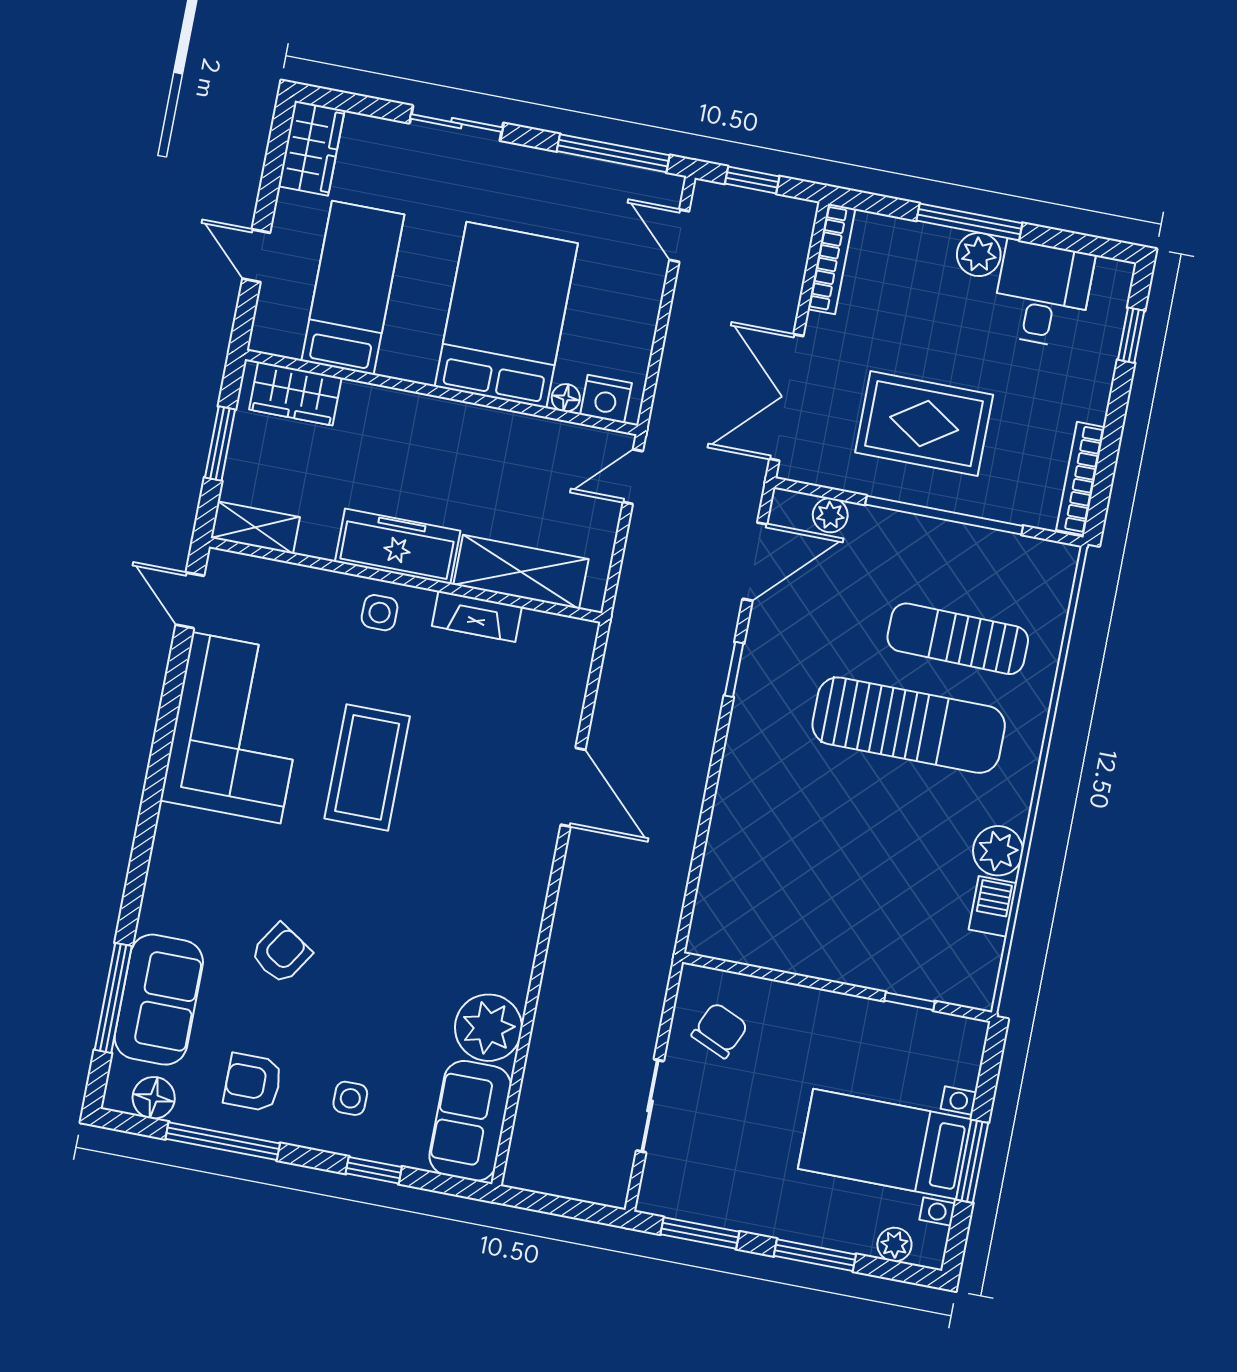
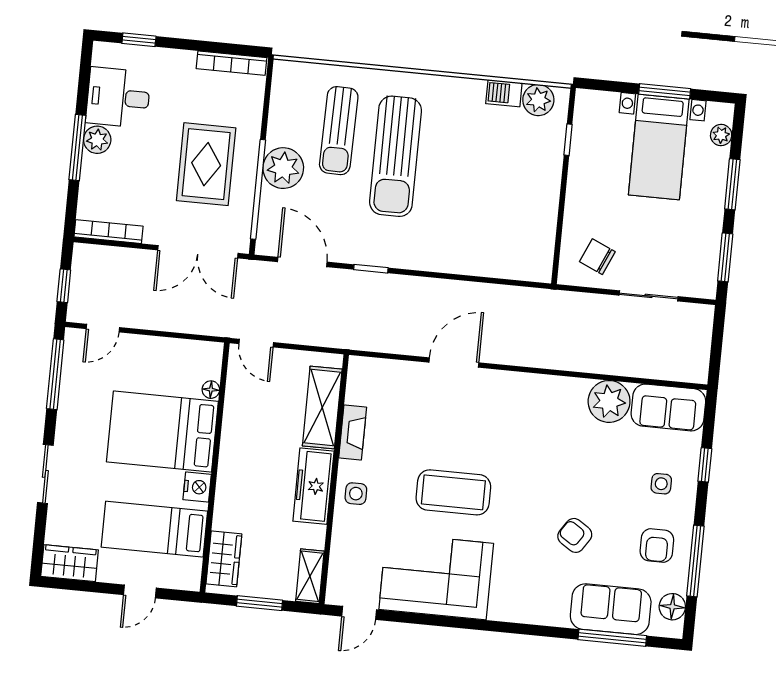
nightstand: (606, 399) -> (197, 487), moved
plant: (830, 515) -> (283, 168), moved, width x1.88, depth x1.88
window: (944, 515) -> (258, 189), moved
sun lounger: (909, 725) -> (396, 156), turned 180
plant: (998, 851) -> (538, 100), moved

